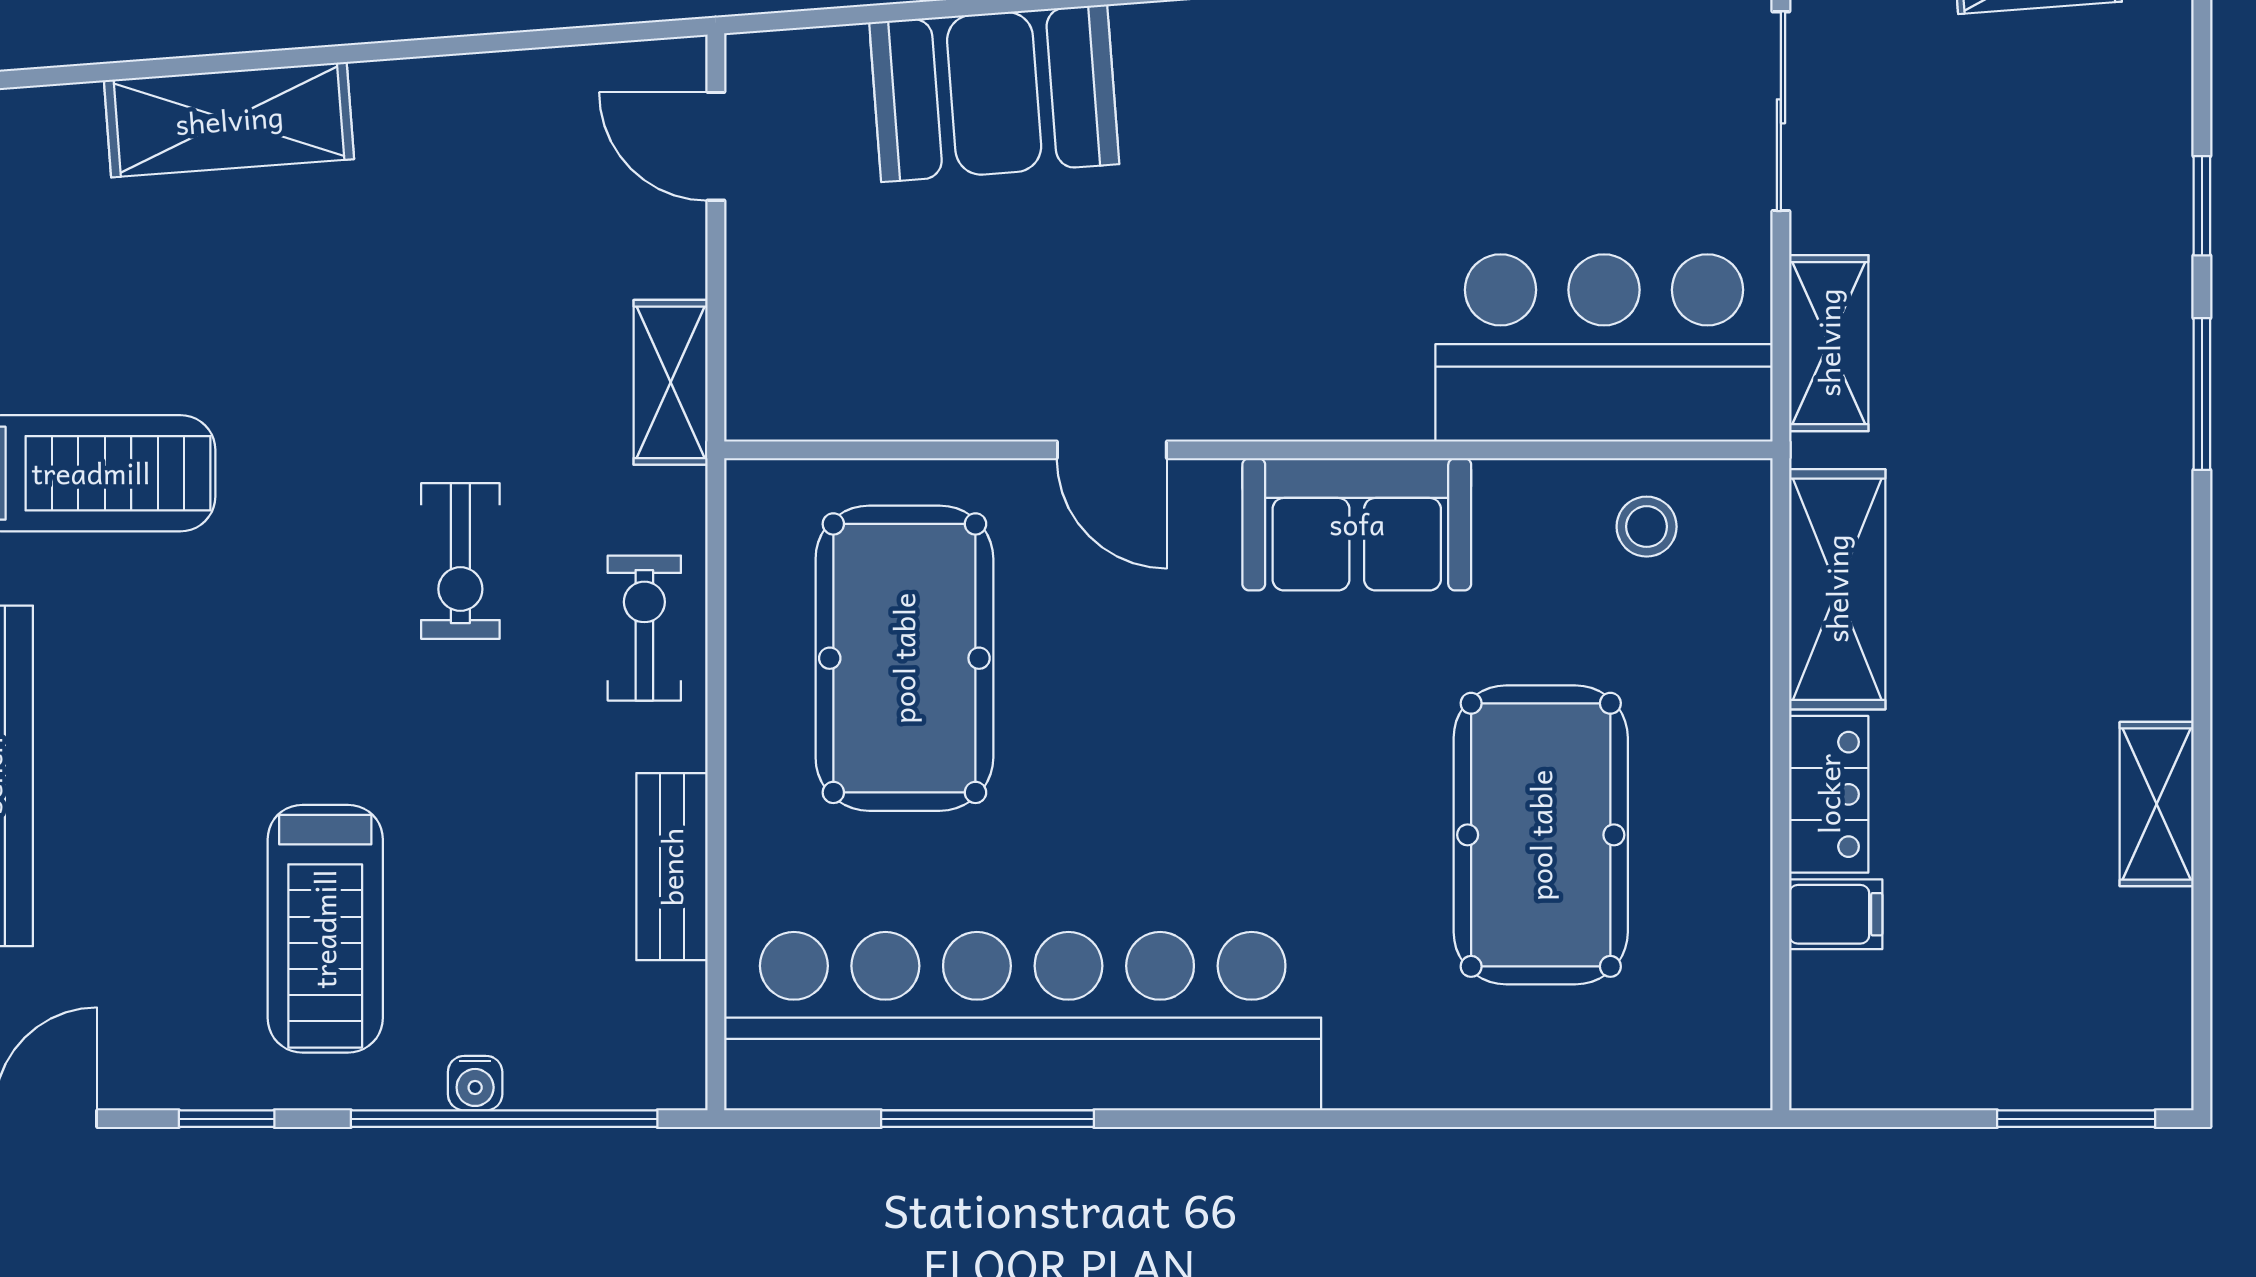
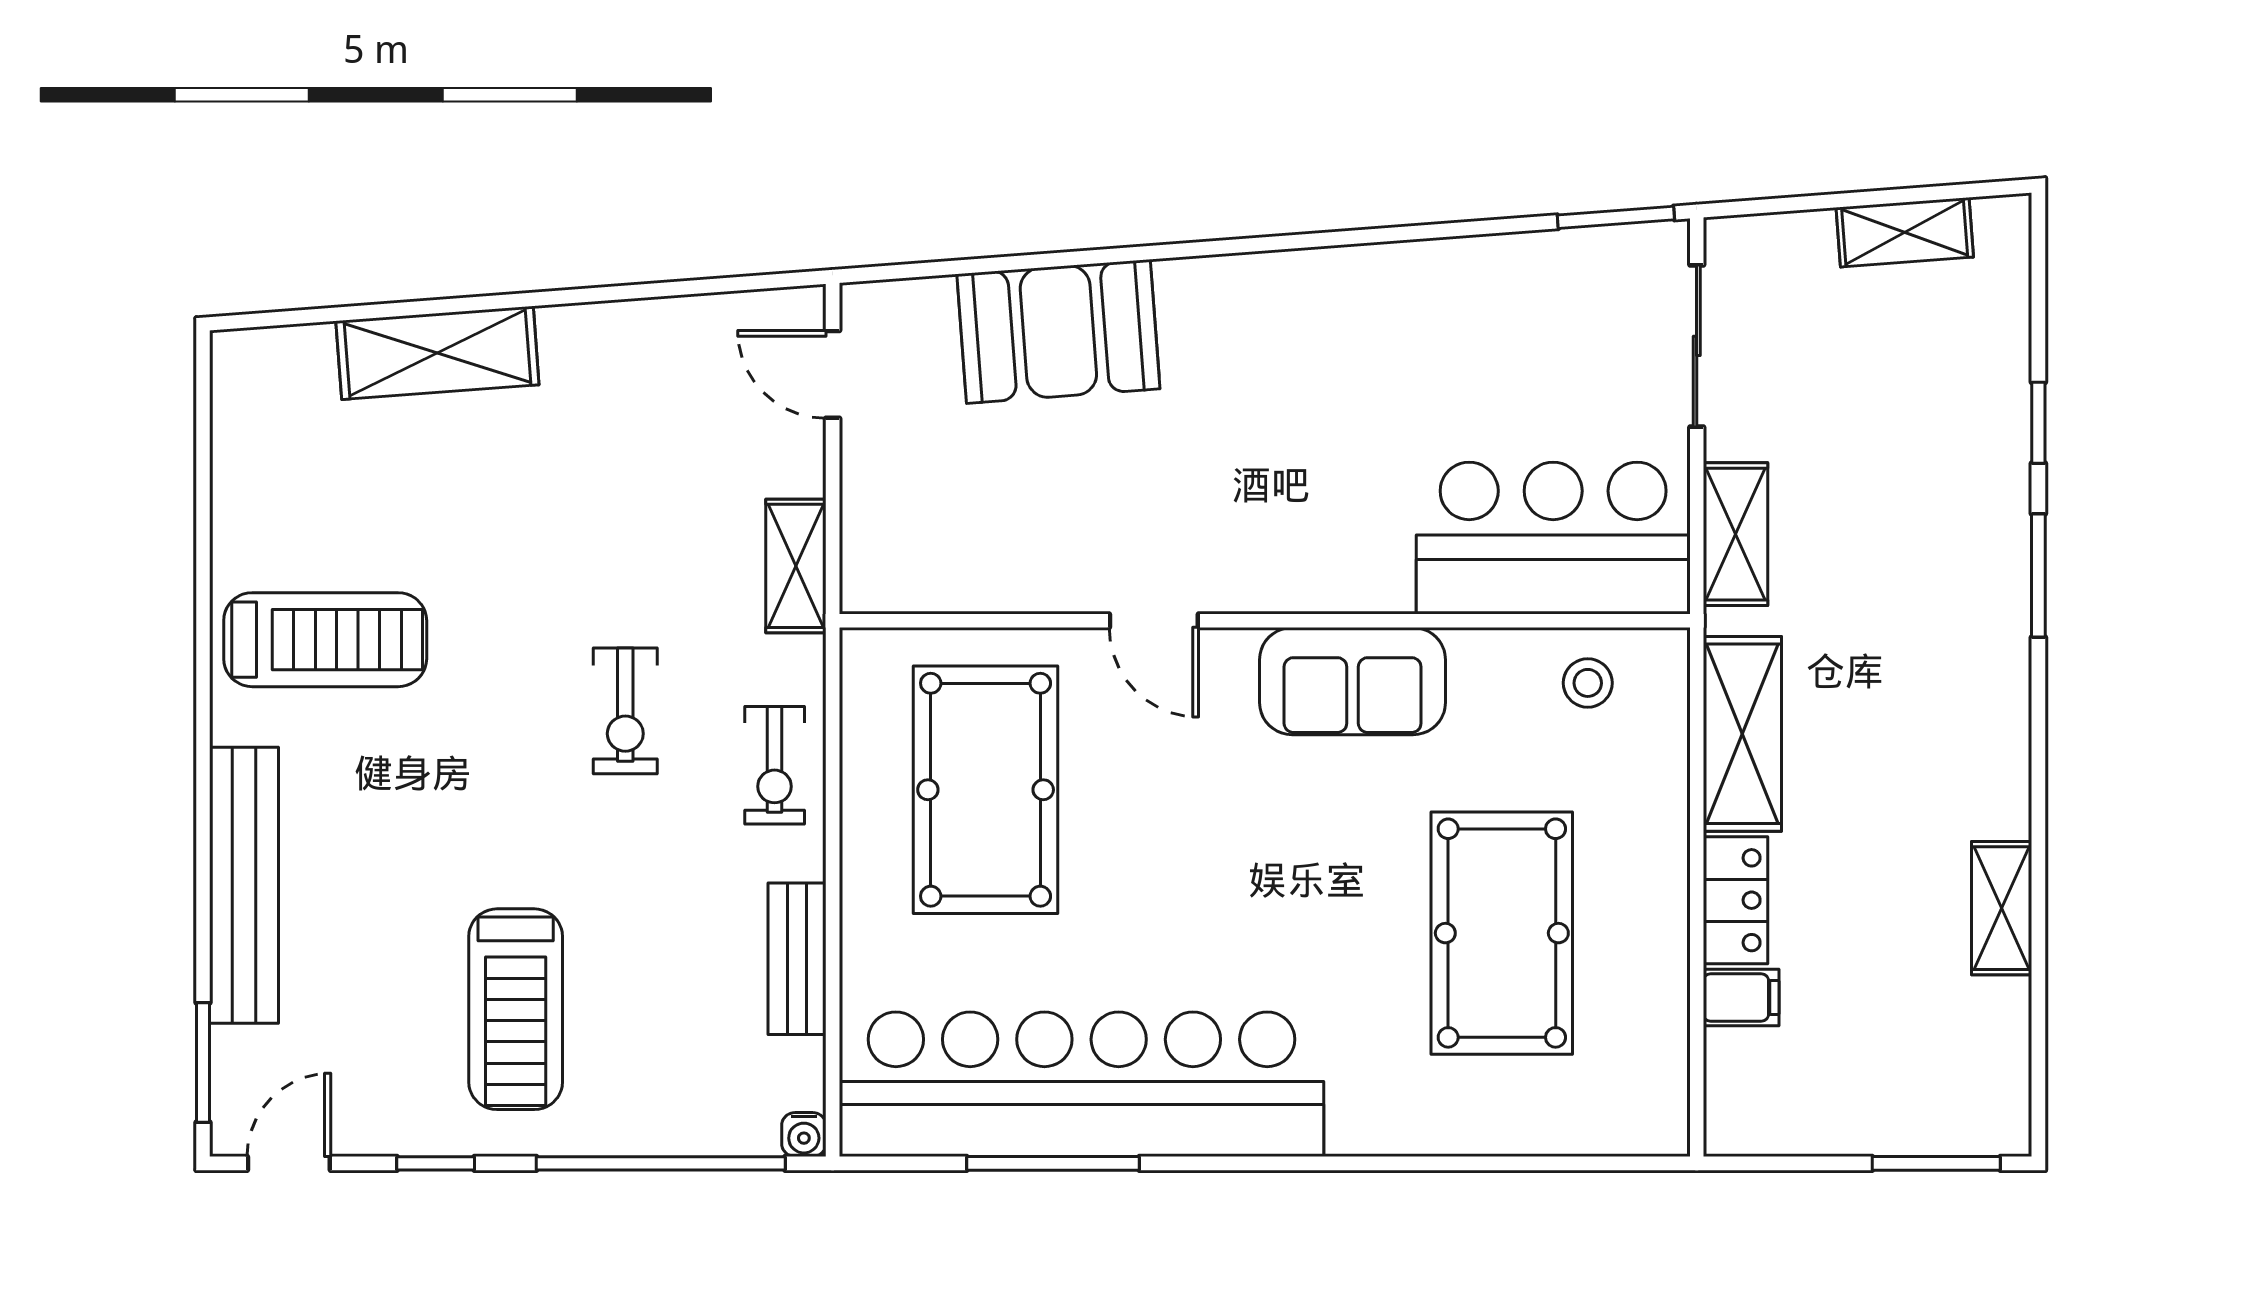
exercise bike: (644, 628) -> (775, 765), turned 180
water cooler: (475, 1083) -> (804, 1135), moved

